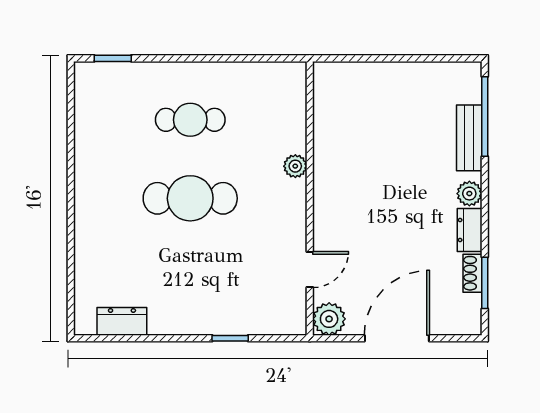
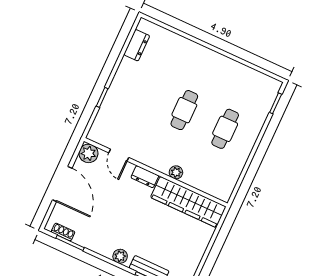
wardrobe: (333, 125) -> (188, 202), added
cafe table: (190, 198) -> (184, 110), width x0.73, depth x0.74
dresser: (470, 230) -> (145, 177), moved, turned 180
shoe rack: (472, 273) -> (63, 232), moved

